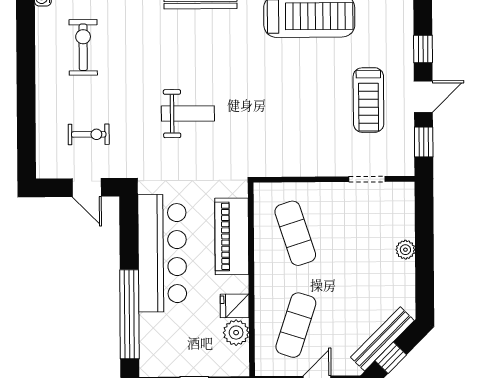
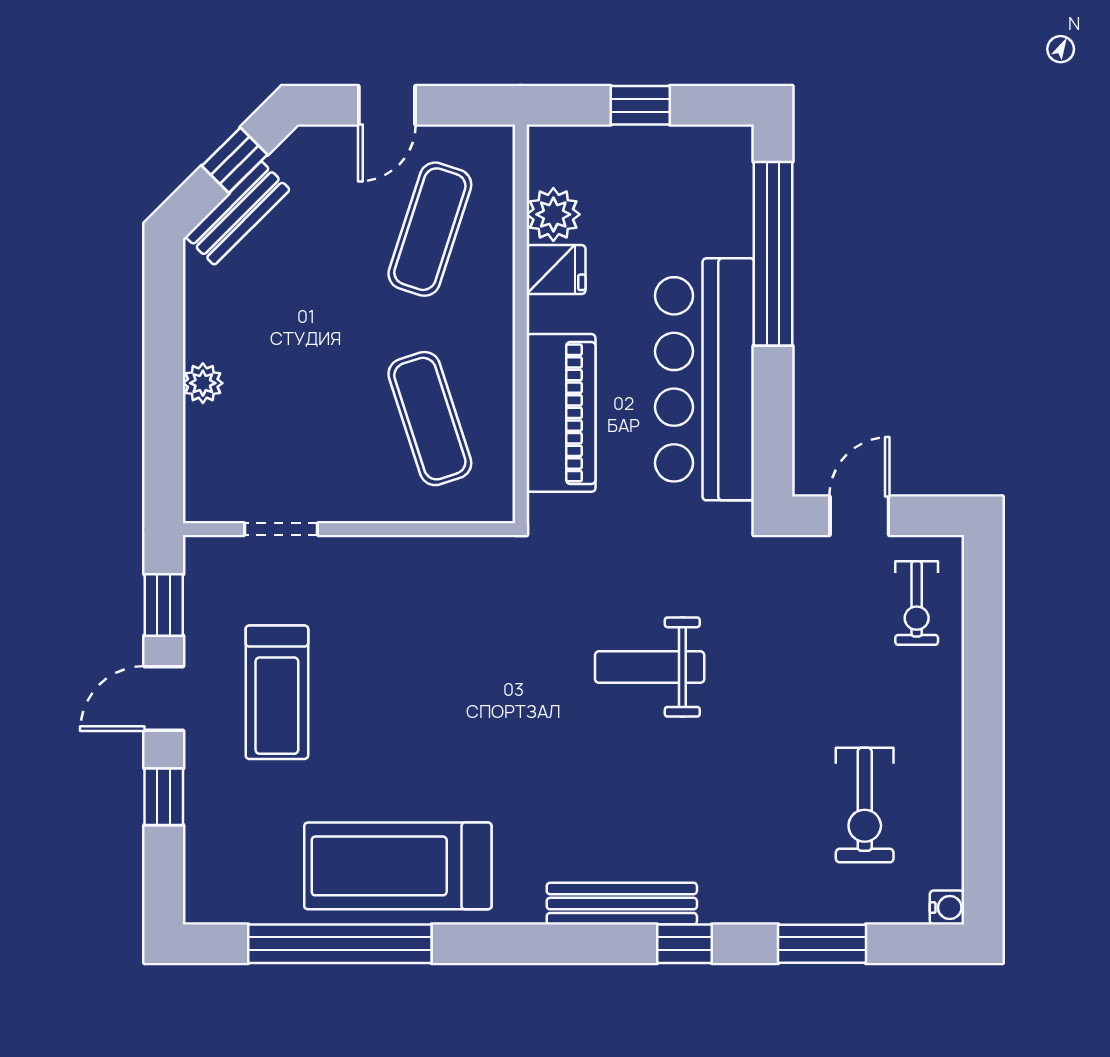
treadmill: (368, 100) -> (277, 692), turned 180
exercise bike: (89, 134) -> (917, 603), moved, turned -90
door: (87, 188) -> (859, 516), hinge flipped
bench: (382, 339) -> (238, 213), width x0.73

